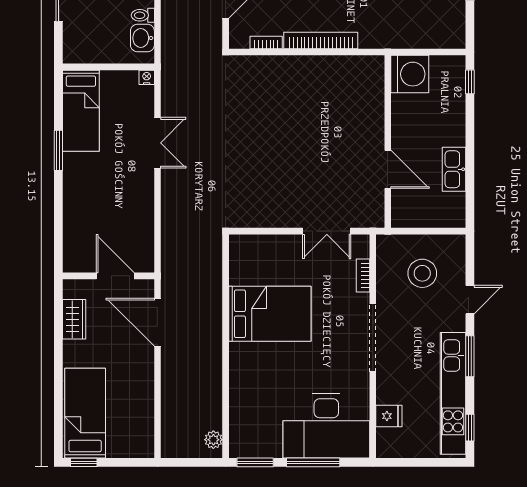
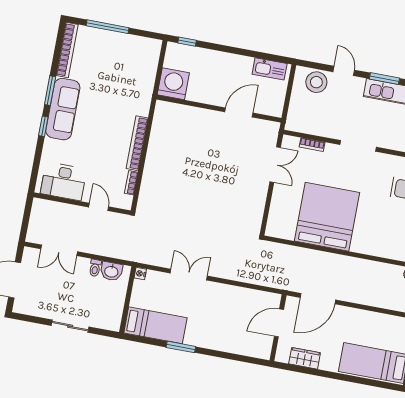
kitchen sink: (454, 169) -> (270, 69), moved
stool: (422, 273) -> (316, 82), moved
bed: (270, 314) -> (327, 217), width x1.36
doorway: (373, 338) -> (358, 146), width x0.73

